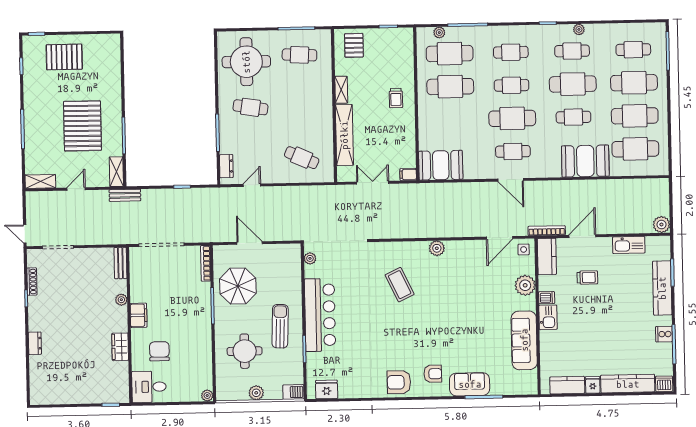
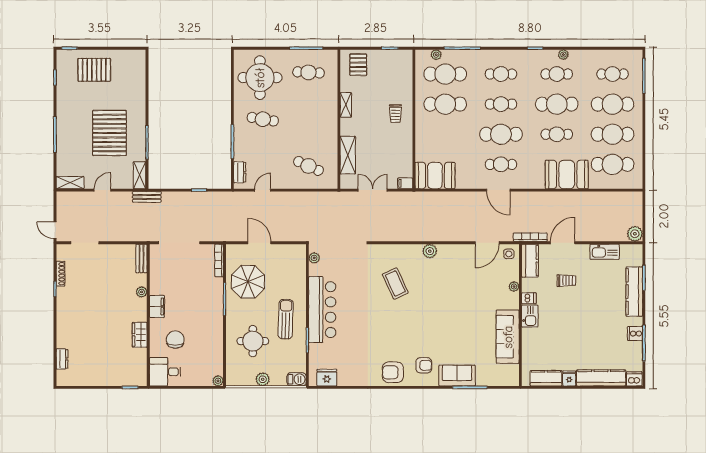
shelving: (344, 135) -> (348, 155), width x0.68
plant: (525, 285) -> (514, 286), width x0.53, depth x0.53
dresser: (35, 343) -> (62, 359), moved

